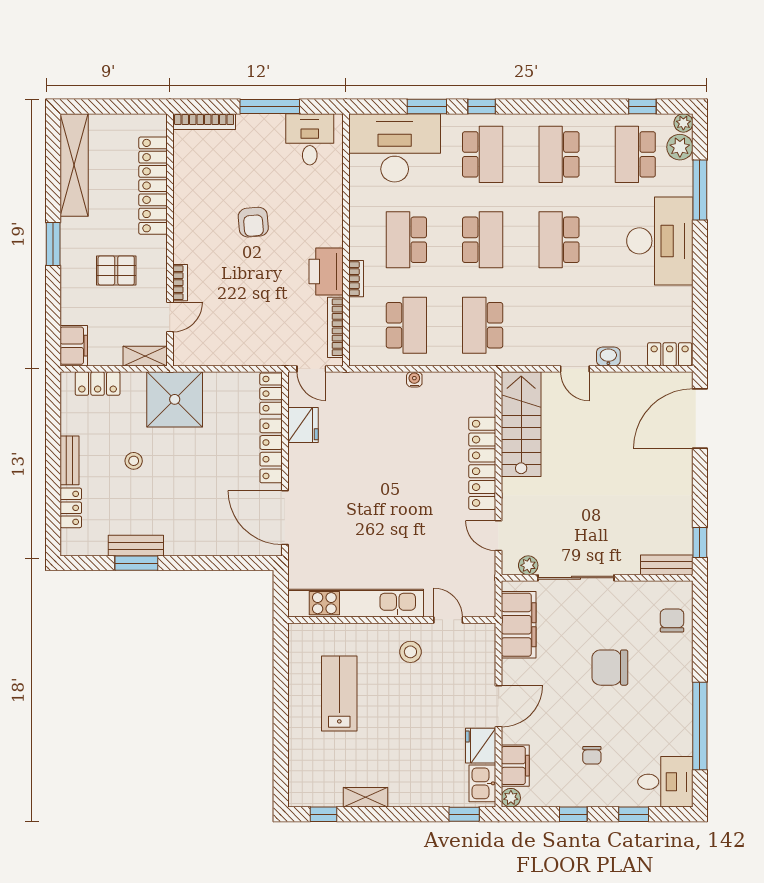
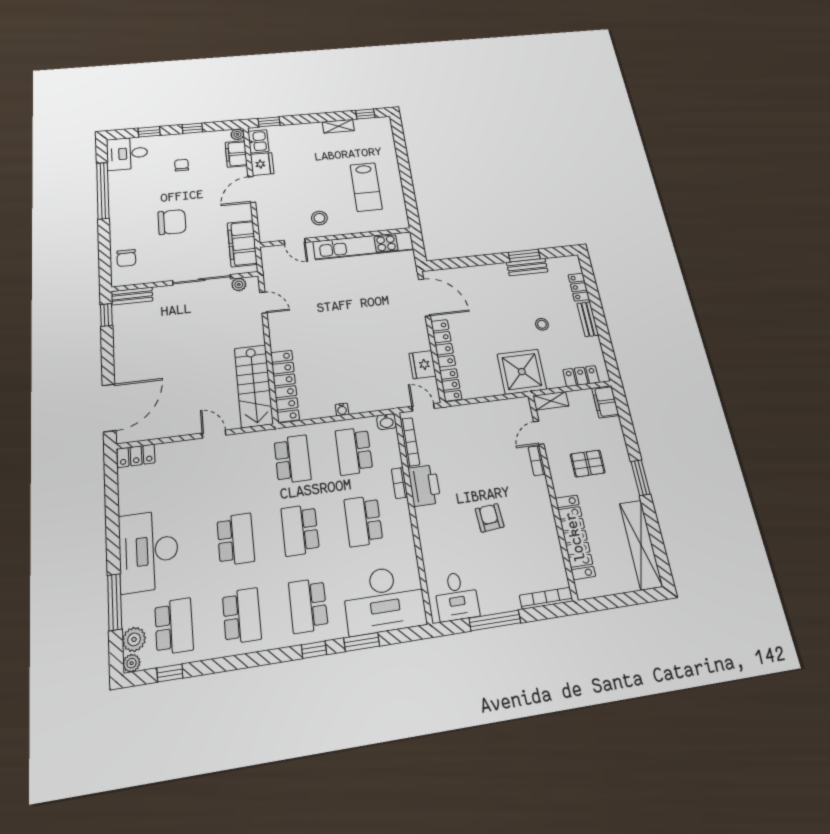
school desk: (406, 240) -> (363, 521), turned 180
washbasin: (608, 357) -> (387, 422), moved
locker: (482, 463) -> (285, 386), moved

